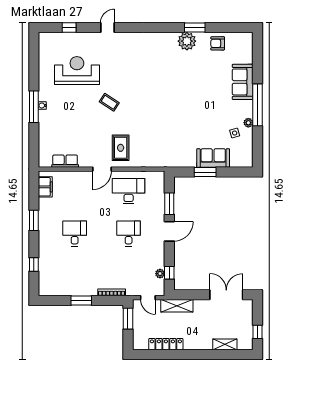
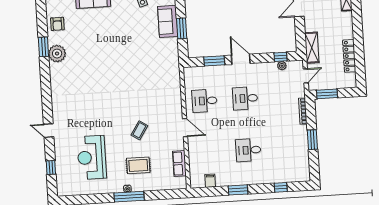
coffee table: (109, 102) -> (139, 130), moved
rug: (121, 148) -> (138, 165), moved
filing cabinet: (45, 187) -> (210, 181), width x0.50
desk: (129, 191) -> (204, 101), width x0.73

